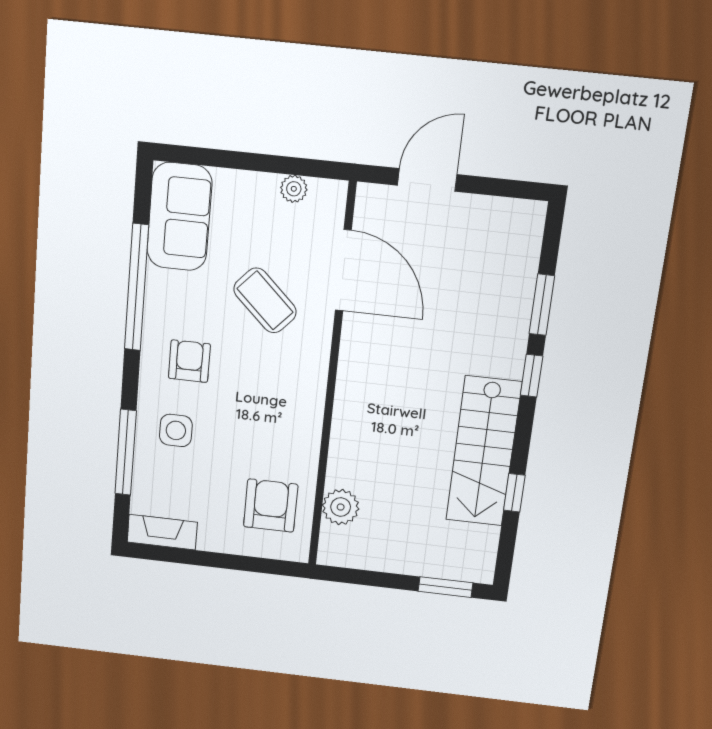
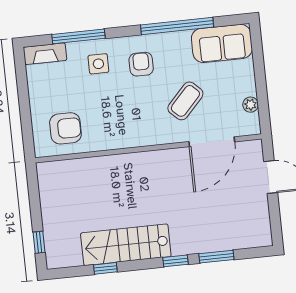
armchair: (189, 361) -> (141, 64), turned -90
plant: (341, 507) -> (74, 170), removed
fireplace: (162, 532) -> (45, 54), moved, turned 90
window: (446, 587) -> (39, 242), width x0.67

